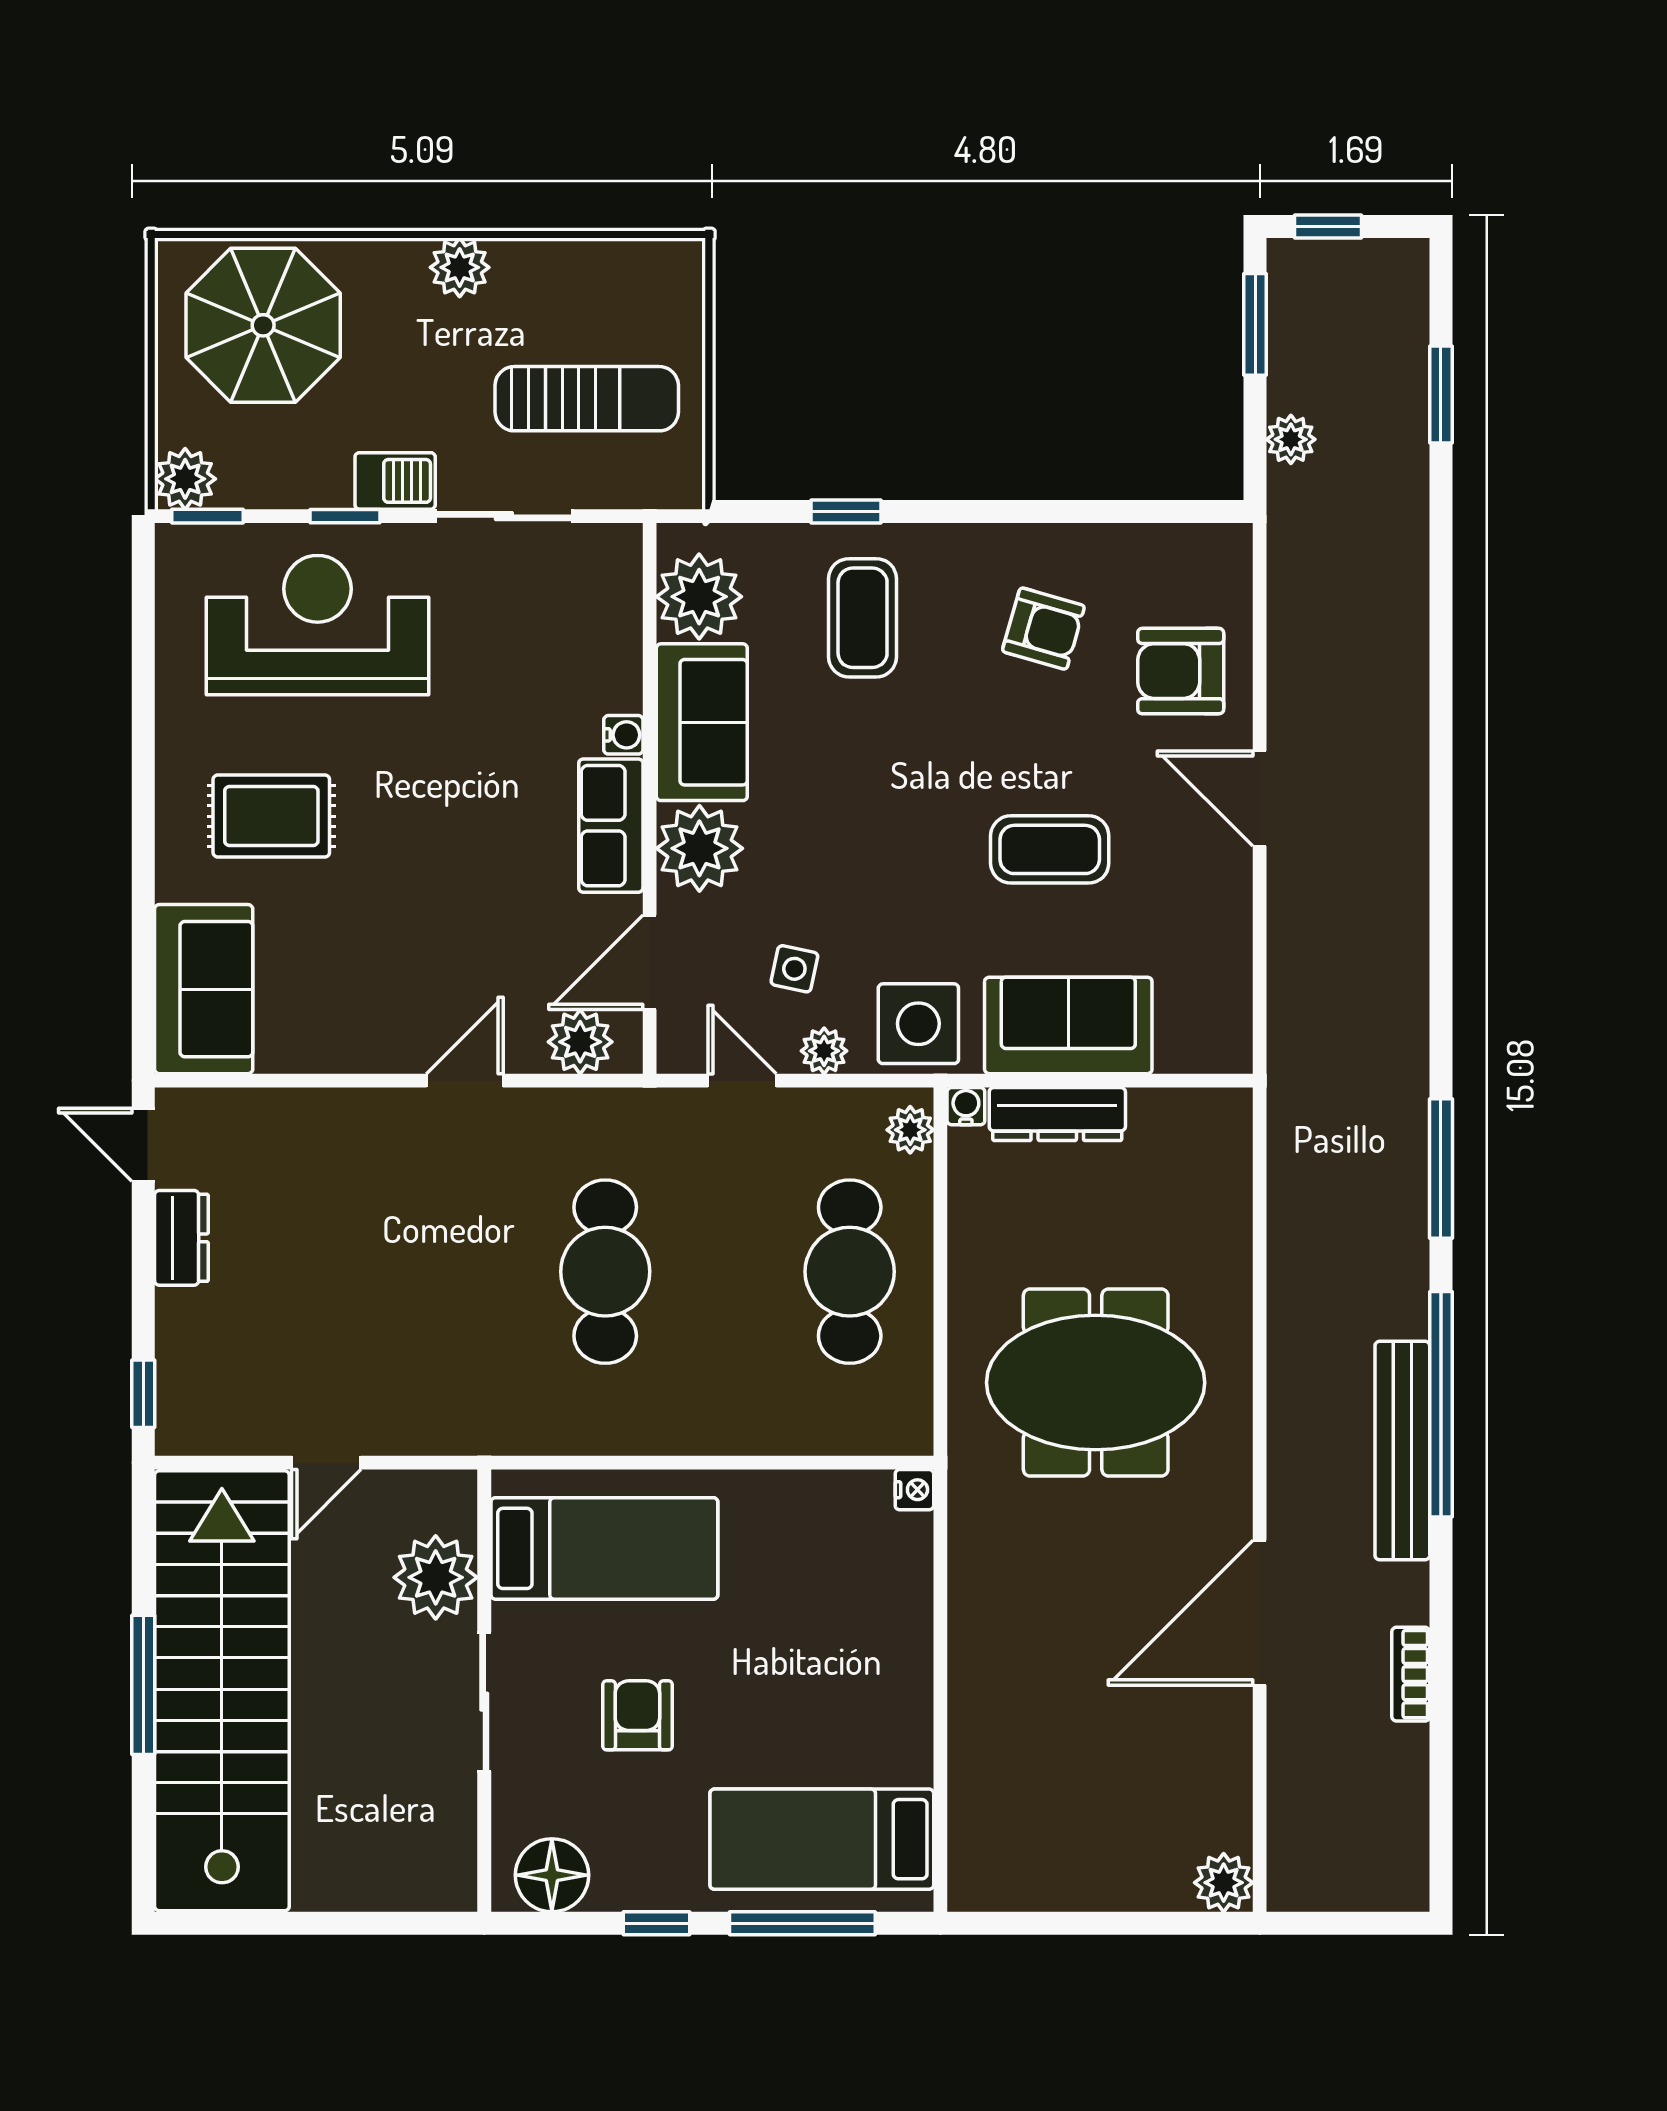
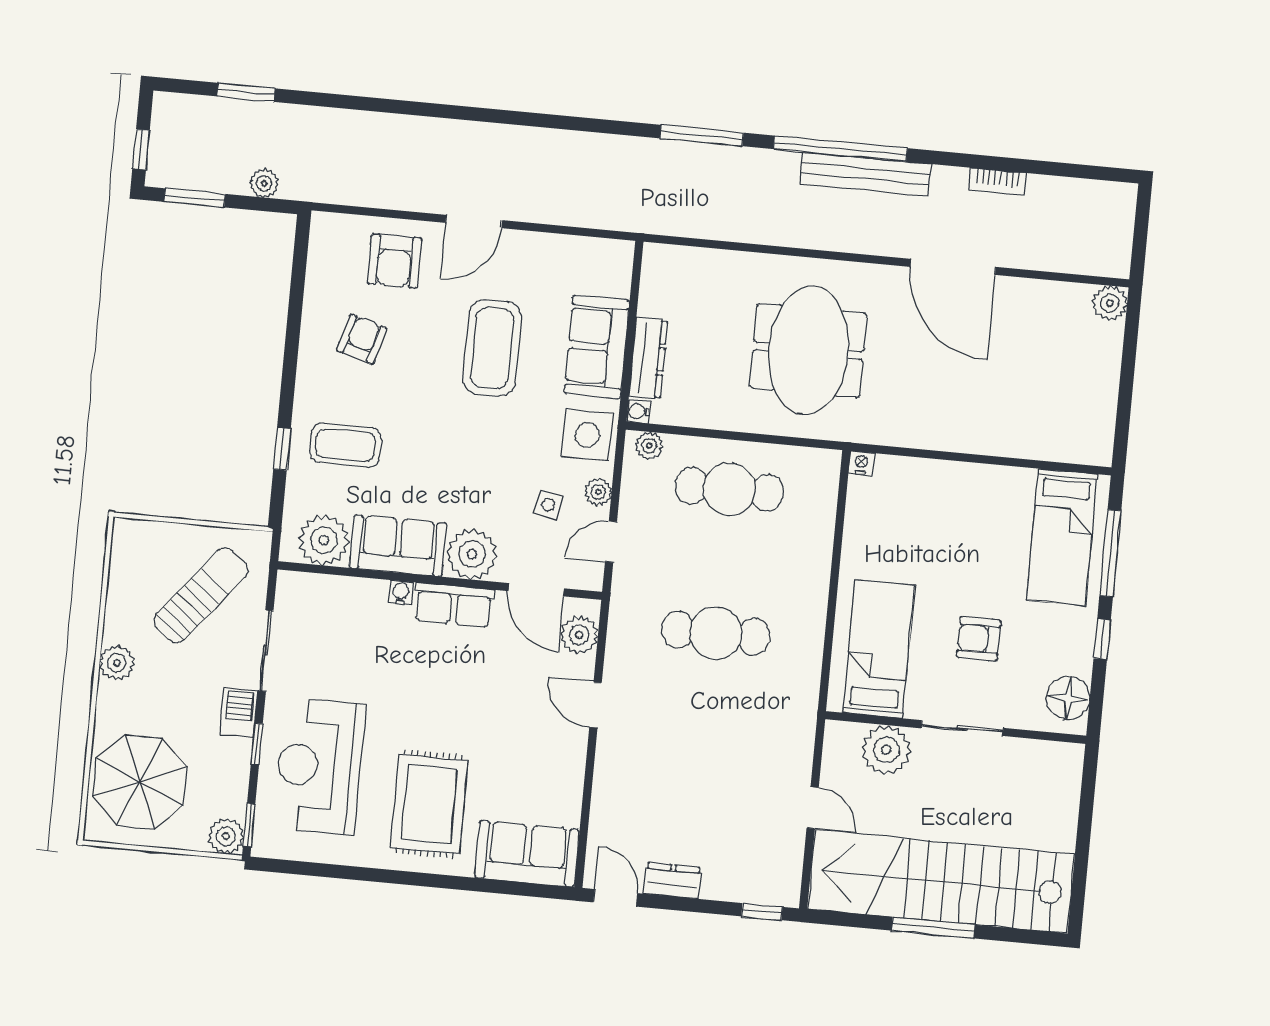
sun lounger: (587, 399) -> (201, 595), turned 39
rug: (271, 816) -> (429, 804), width x1.36, depth x1.43
coffee table: (1050, 849) -> (492, 348), width x1.36, depth x1.32
door: (143, 1145) -> (615, 898), swing flipped

